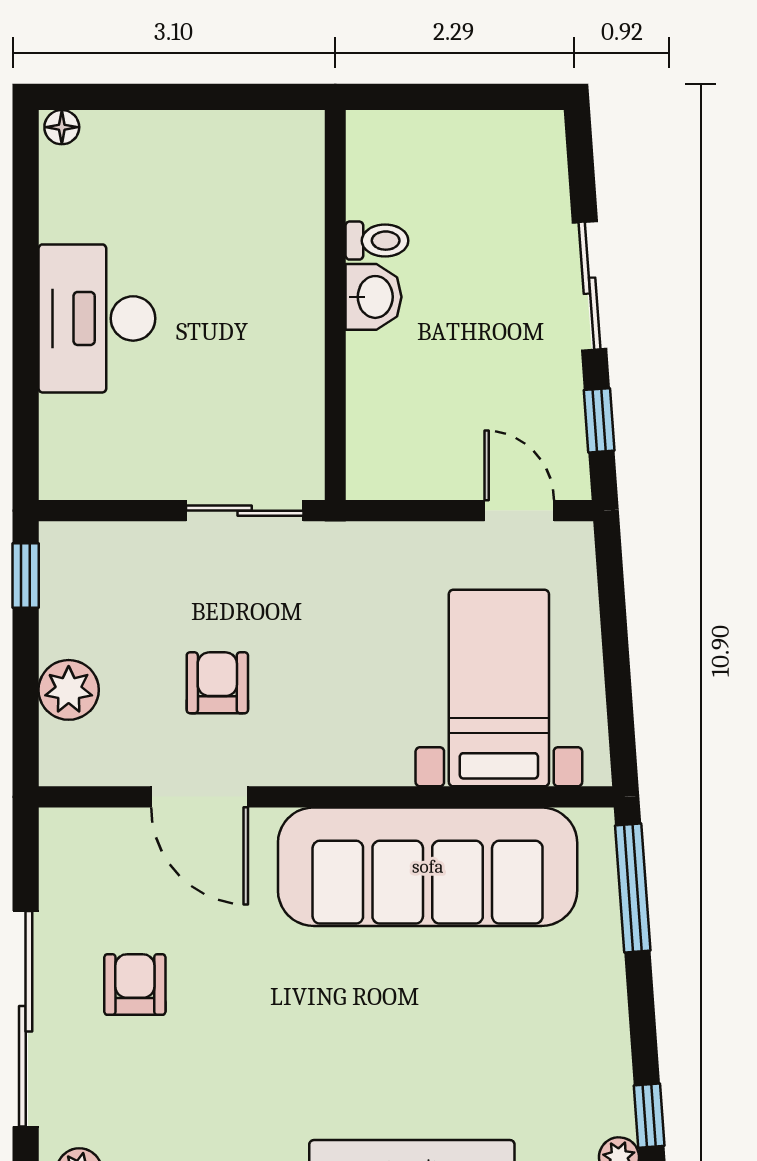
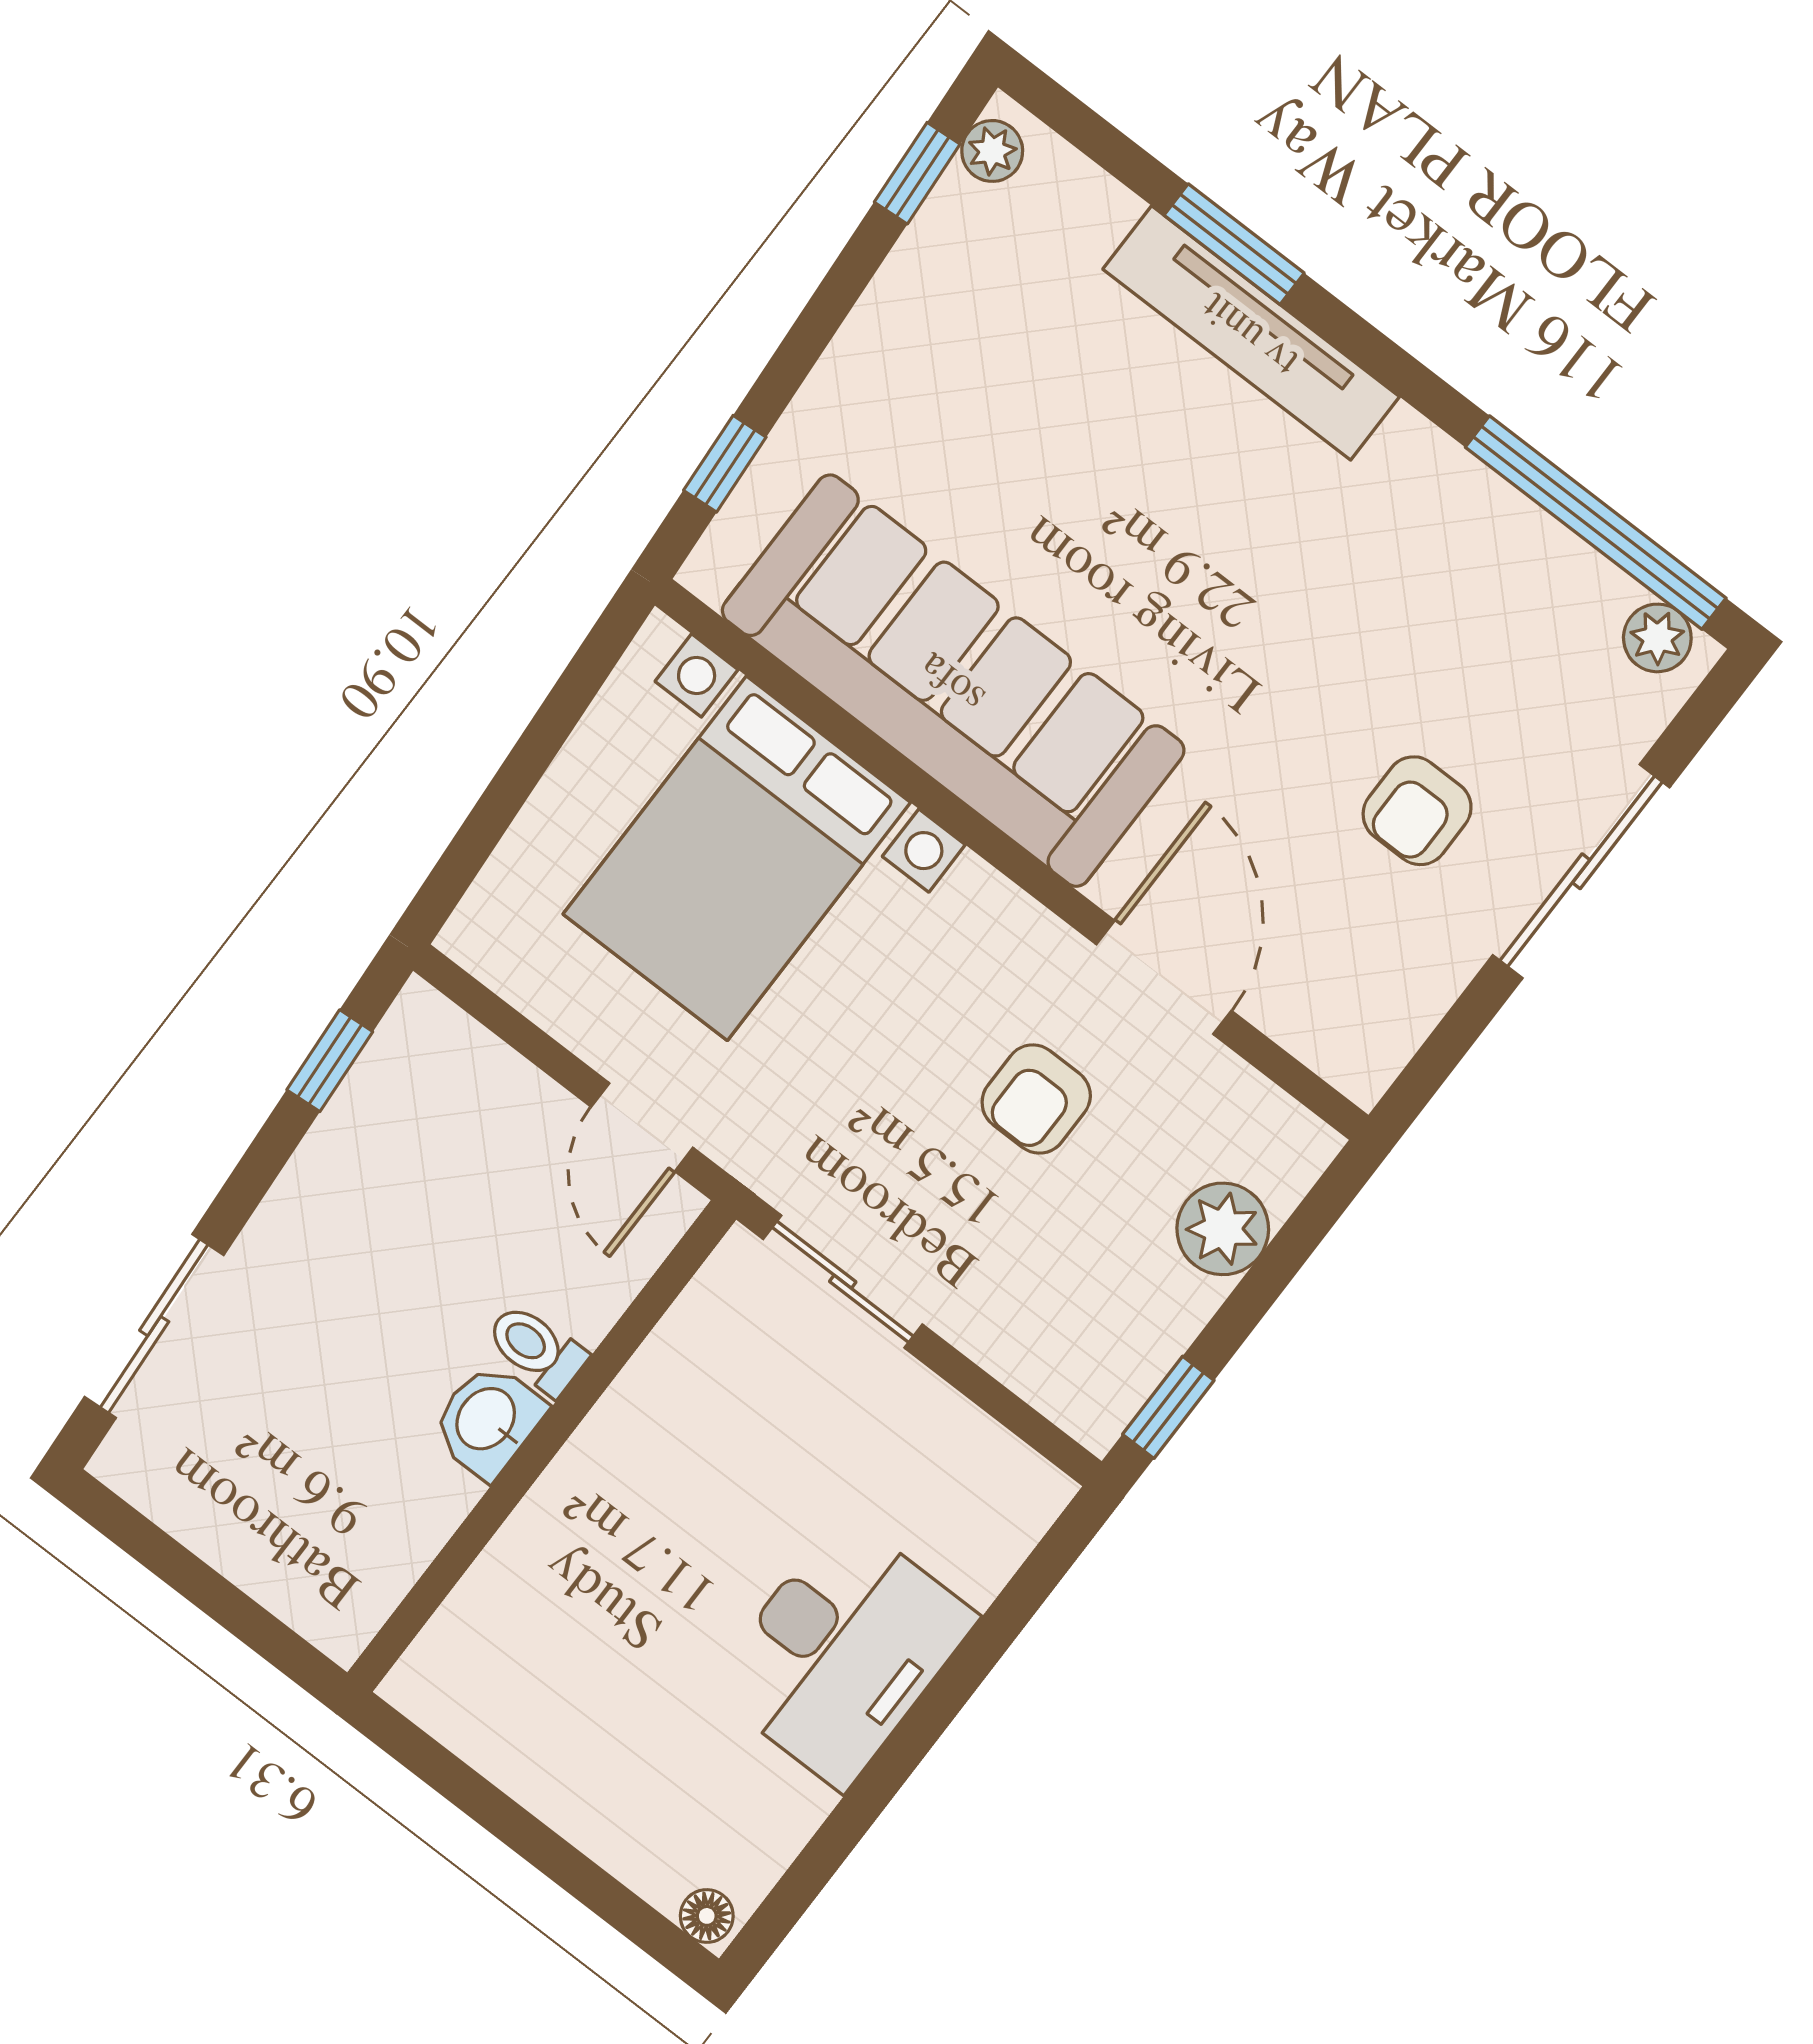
toilet: (377, 241) -> (536, 1349), moved
sliding door: (590, 286) -> (154, 1326), moved
door: (519, 511) -> (642, 1127), moved
bed with nightstands: (499, 688) -> (737, 858), width x1.36
window: (633, 888) -> (725, 464), width x0.46
sliding door: (26, 1019) -> (1581, 871), width x0.73

